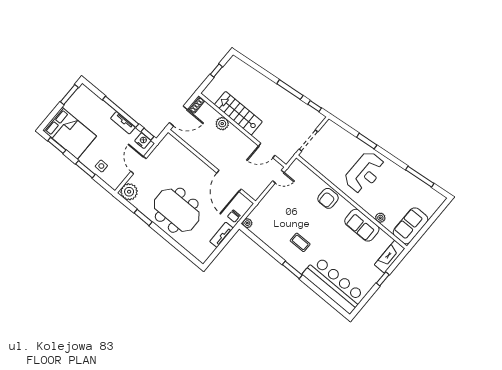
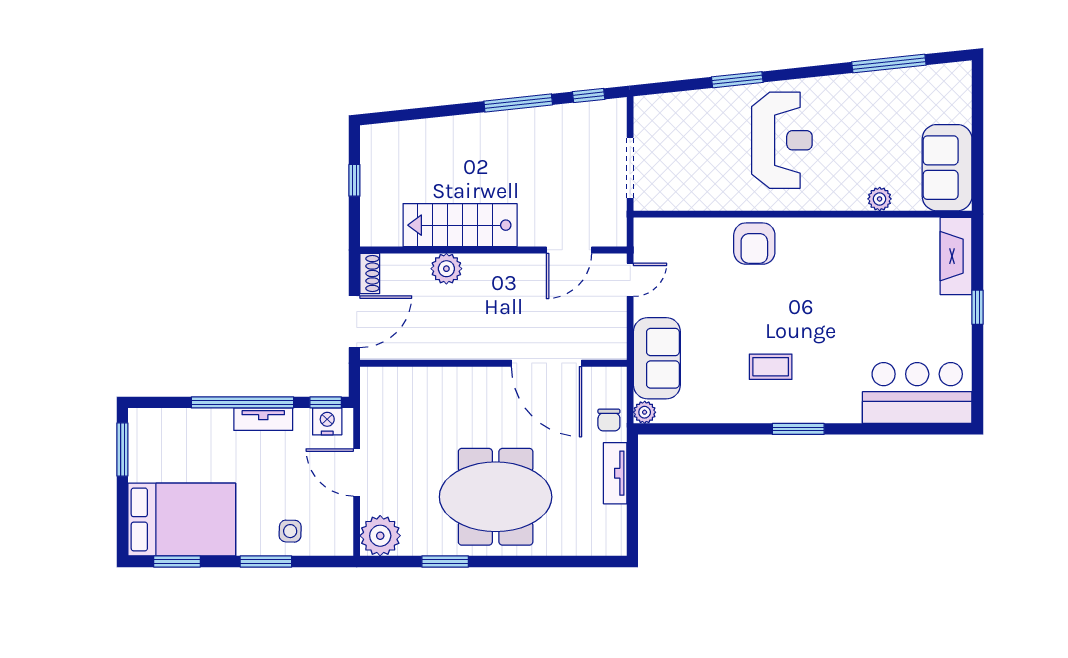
sofa: (362, 225) -> (657, 358), moved, turned -90
bar counter: (334, 285) -> (917, 393), width x0.73

